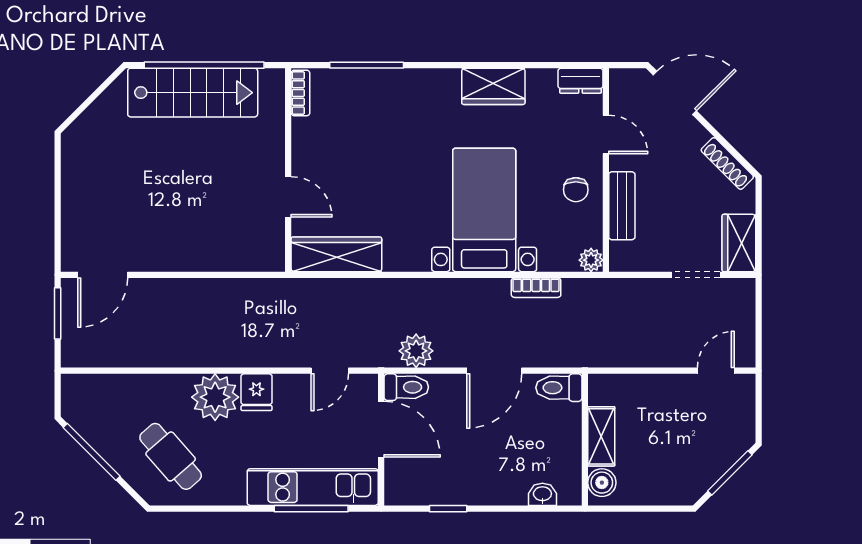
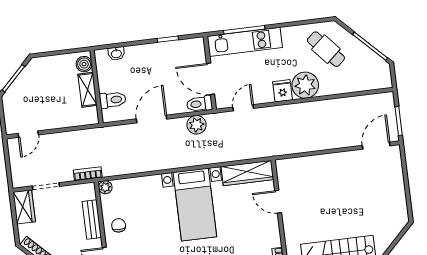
bed with nightstands: (484, 210) -> (195, 205), moved
bookcase: (536, 288) -> (88, 174), moved
toilet: (559, 388) -> (113, 100), moved

